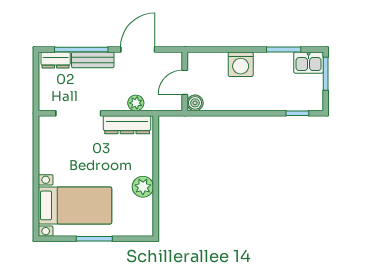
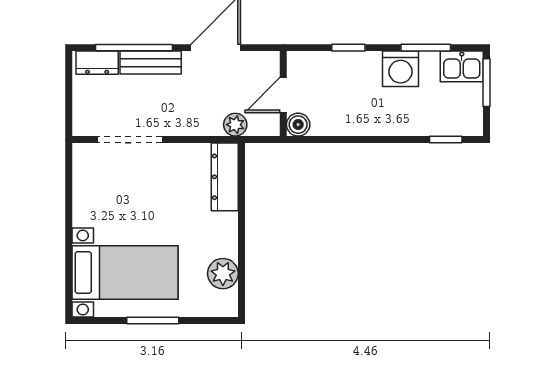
window: (230, 49) -> (348, 48), added
washing machine: (241, 64) -> (401, 69), moved
plant: (136, 103) -> (235, 125), moved
dresser: (127, 125) -> (225, 177), moved, turned 90
plant: (143, 187) -> (223, 274), moved

